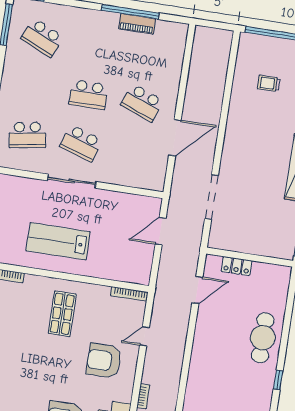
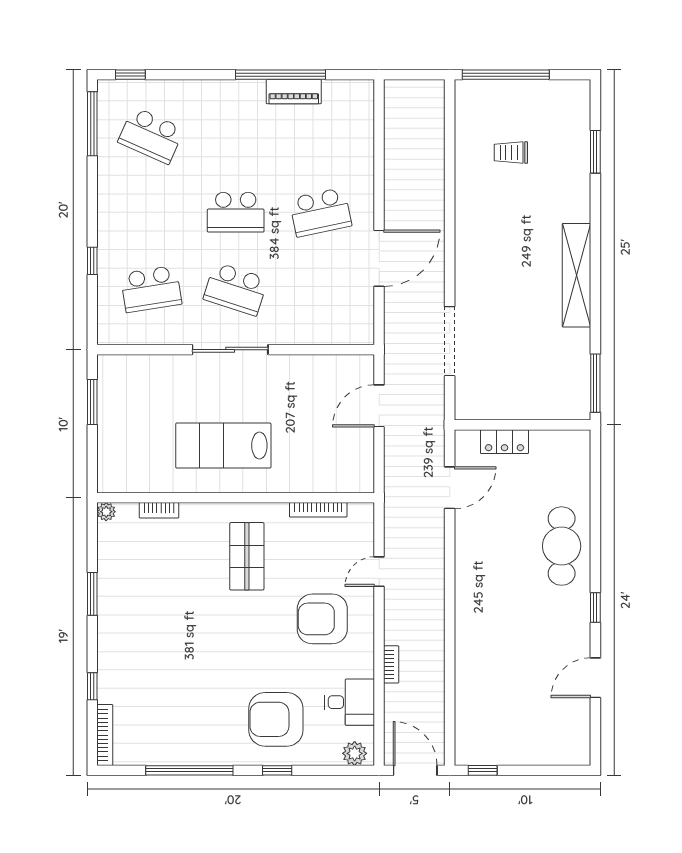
school desk: (142, 103) -> (320, 212), turned -33
bookcase: (129, 294) -> (318, 510), moved

